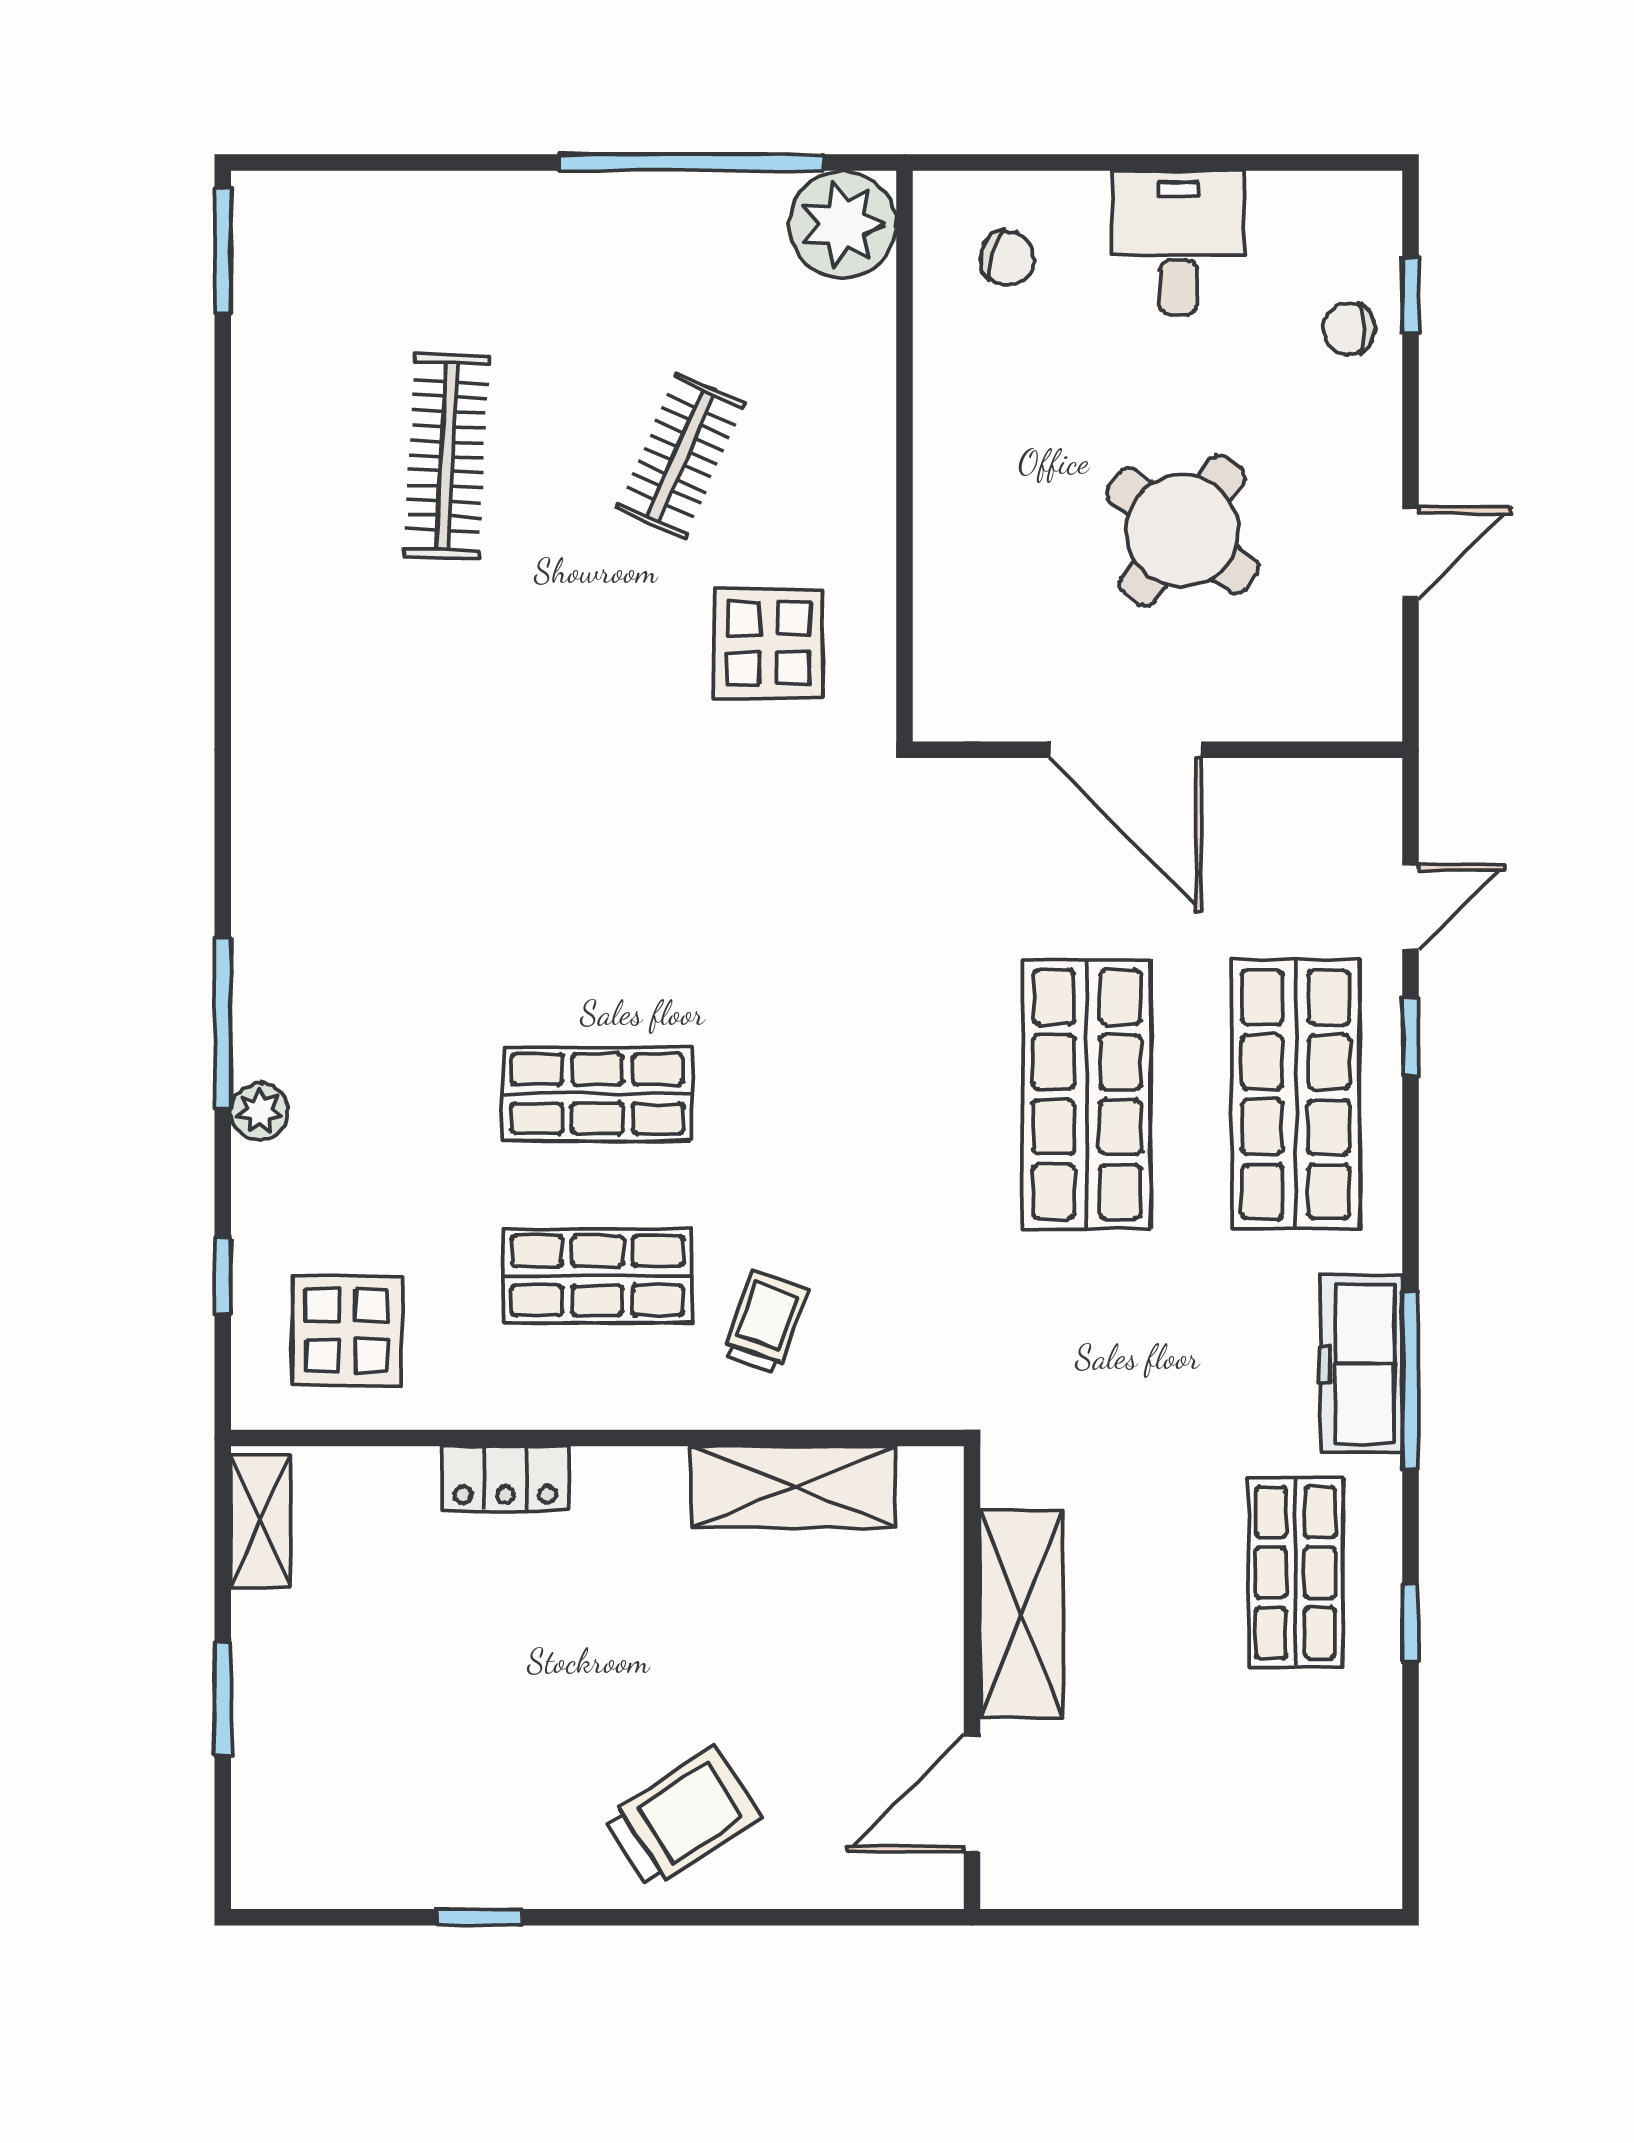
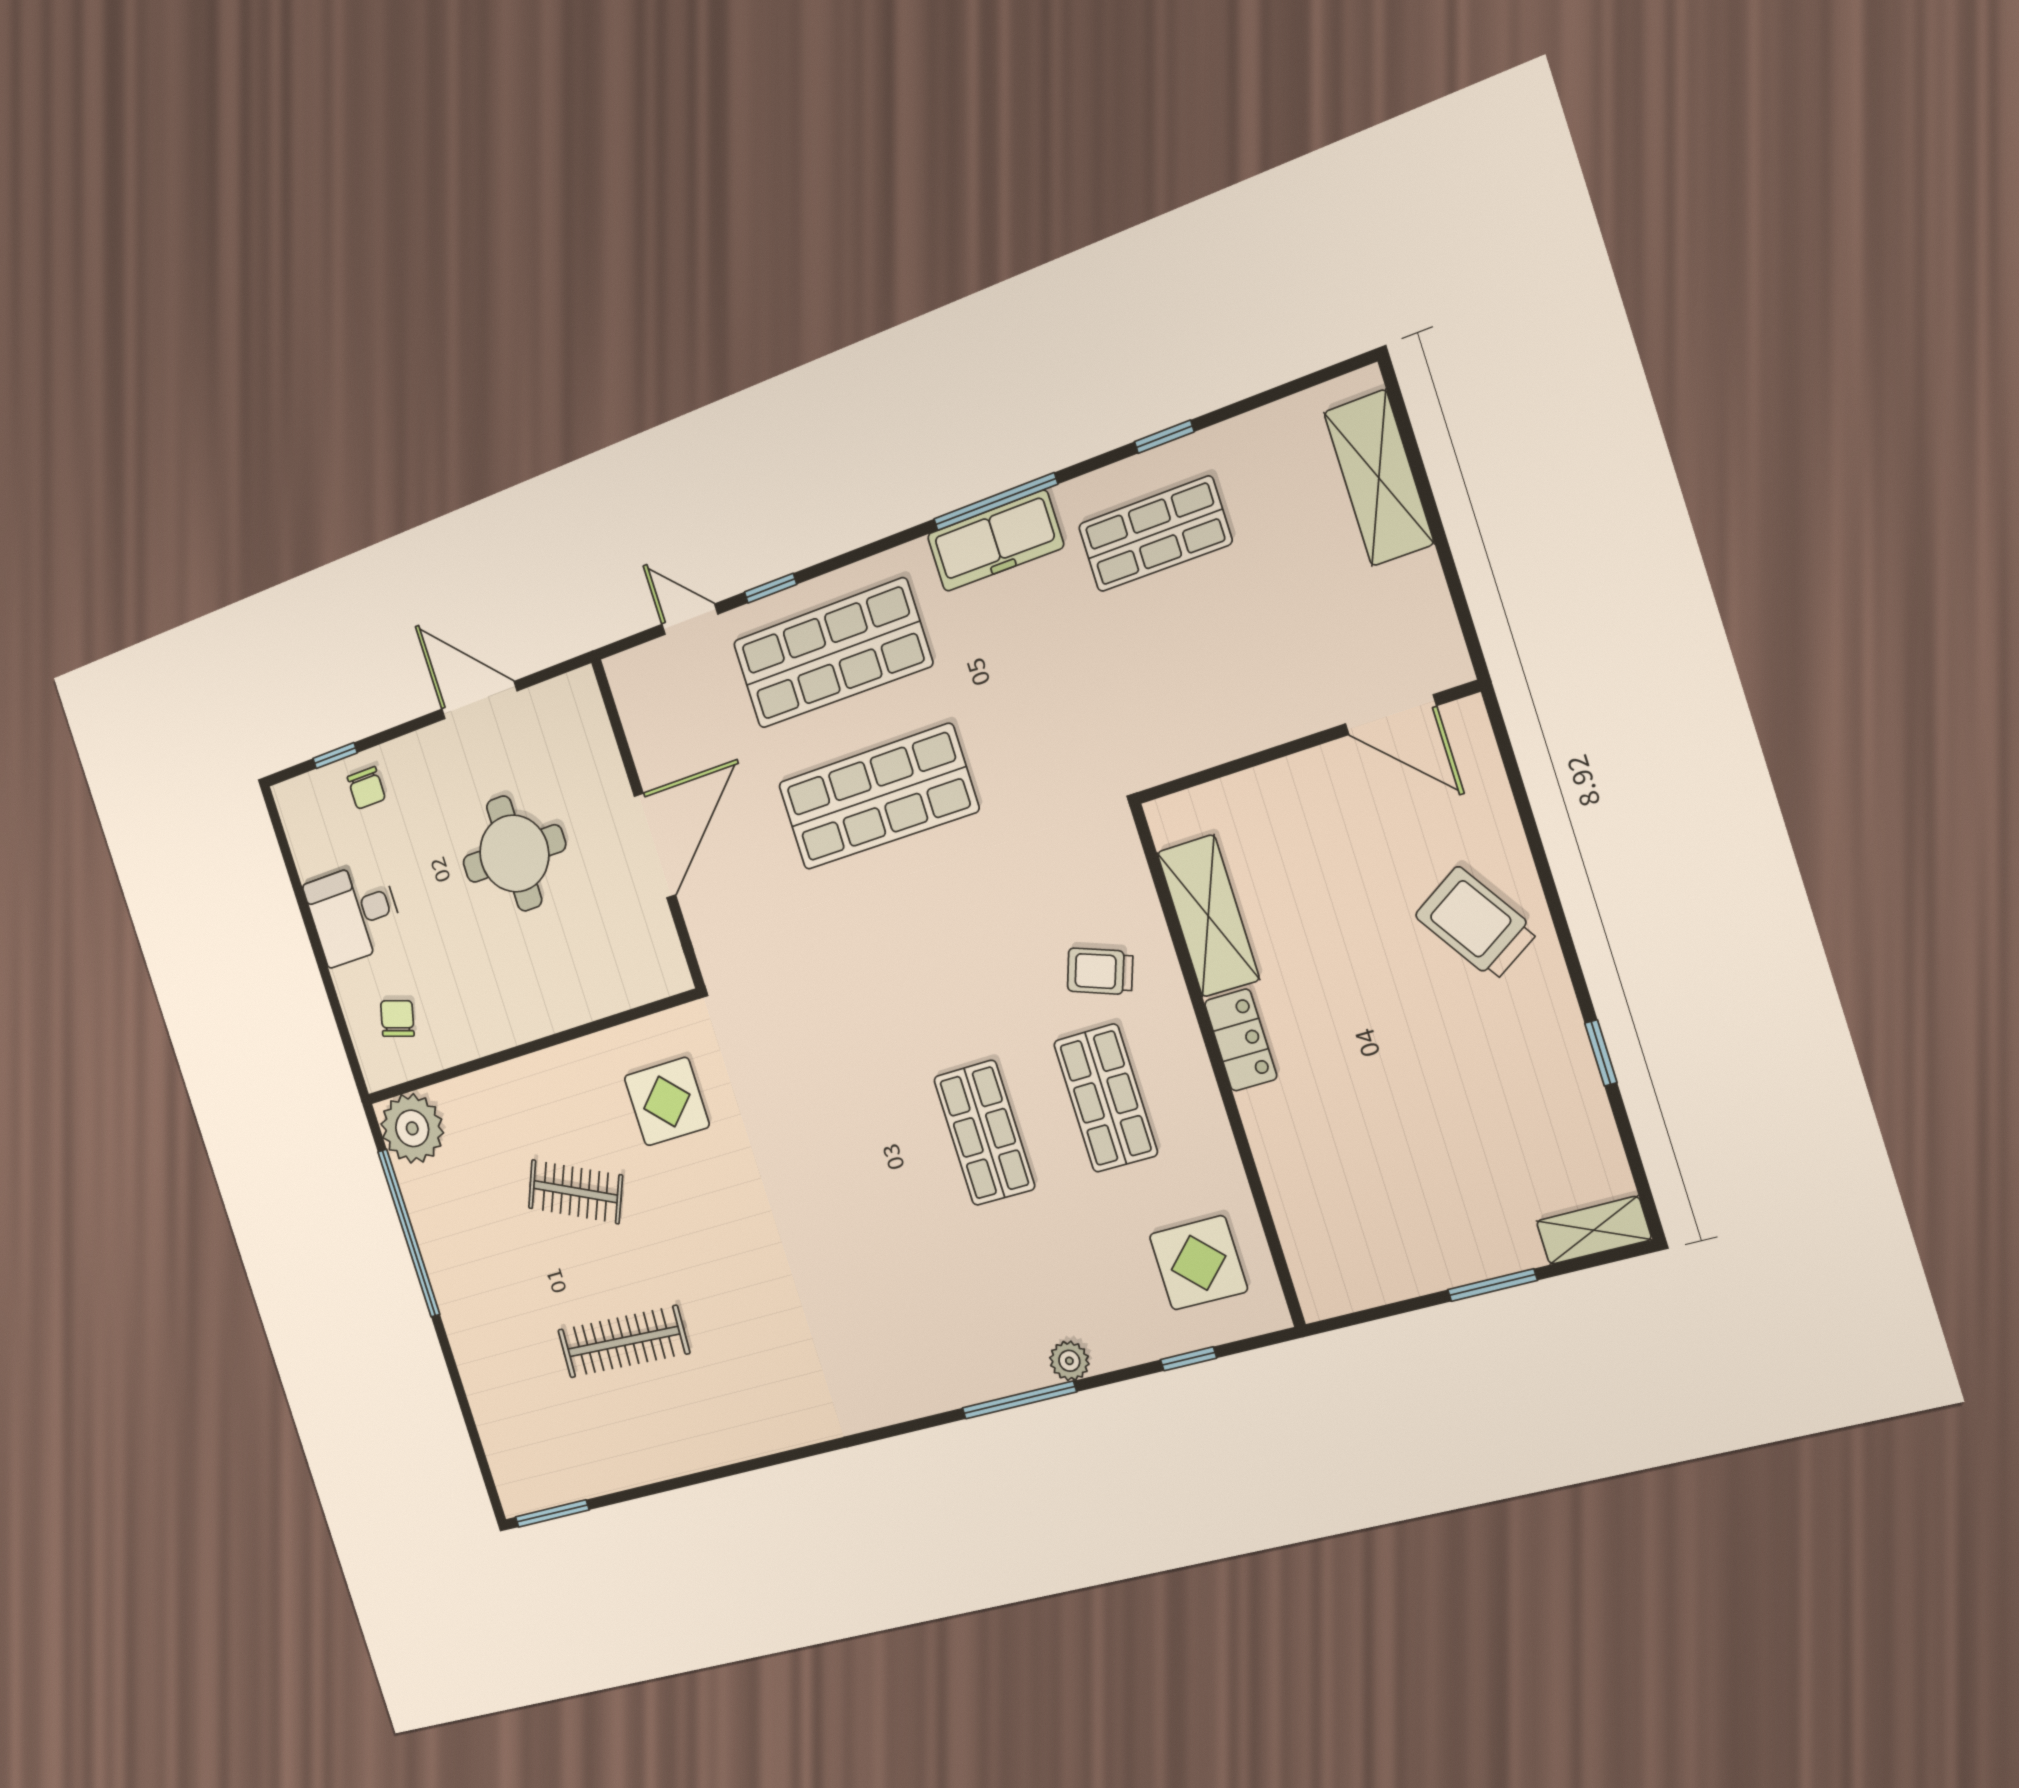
round table: (1182, 531) -> (514, 854), turned -37
door: (1411, 553) -> (479, 700), width x1.38
locker: (505, 1478) -> (1241, 1040), moved
shelving: (261, 1521) -> (1594, 1230), moved
shelving: (1021, 1614) -> (1379, 478), moved, turned 90

